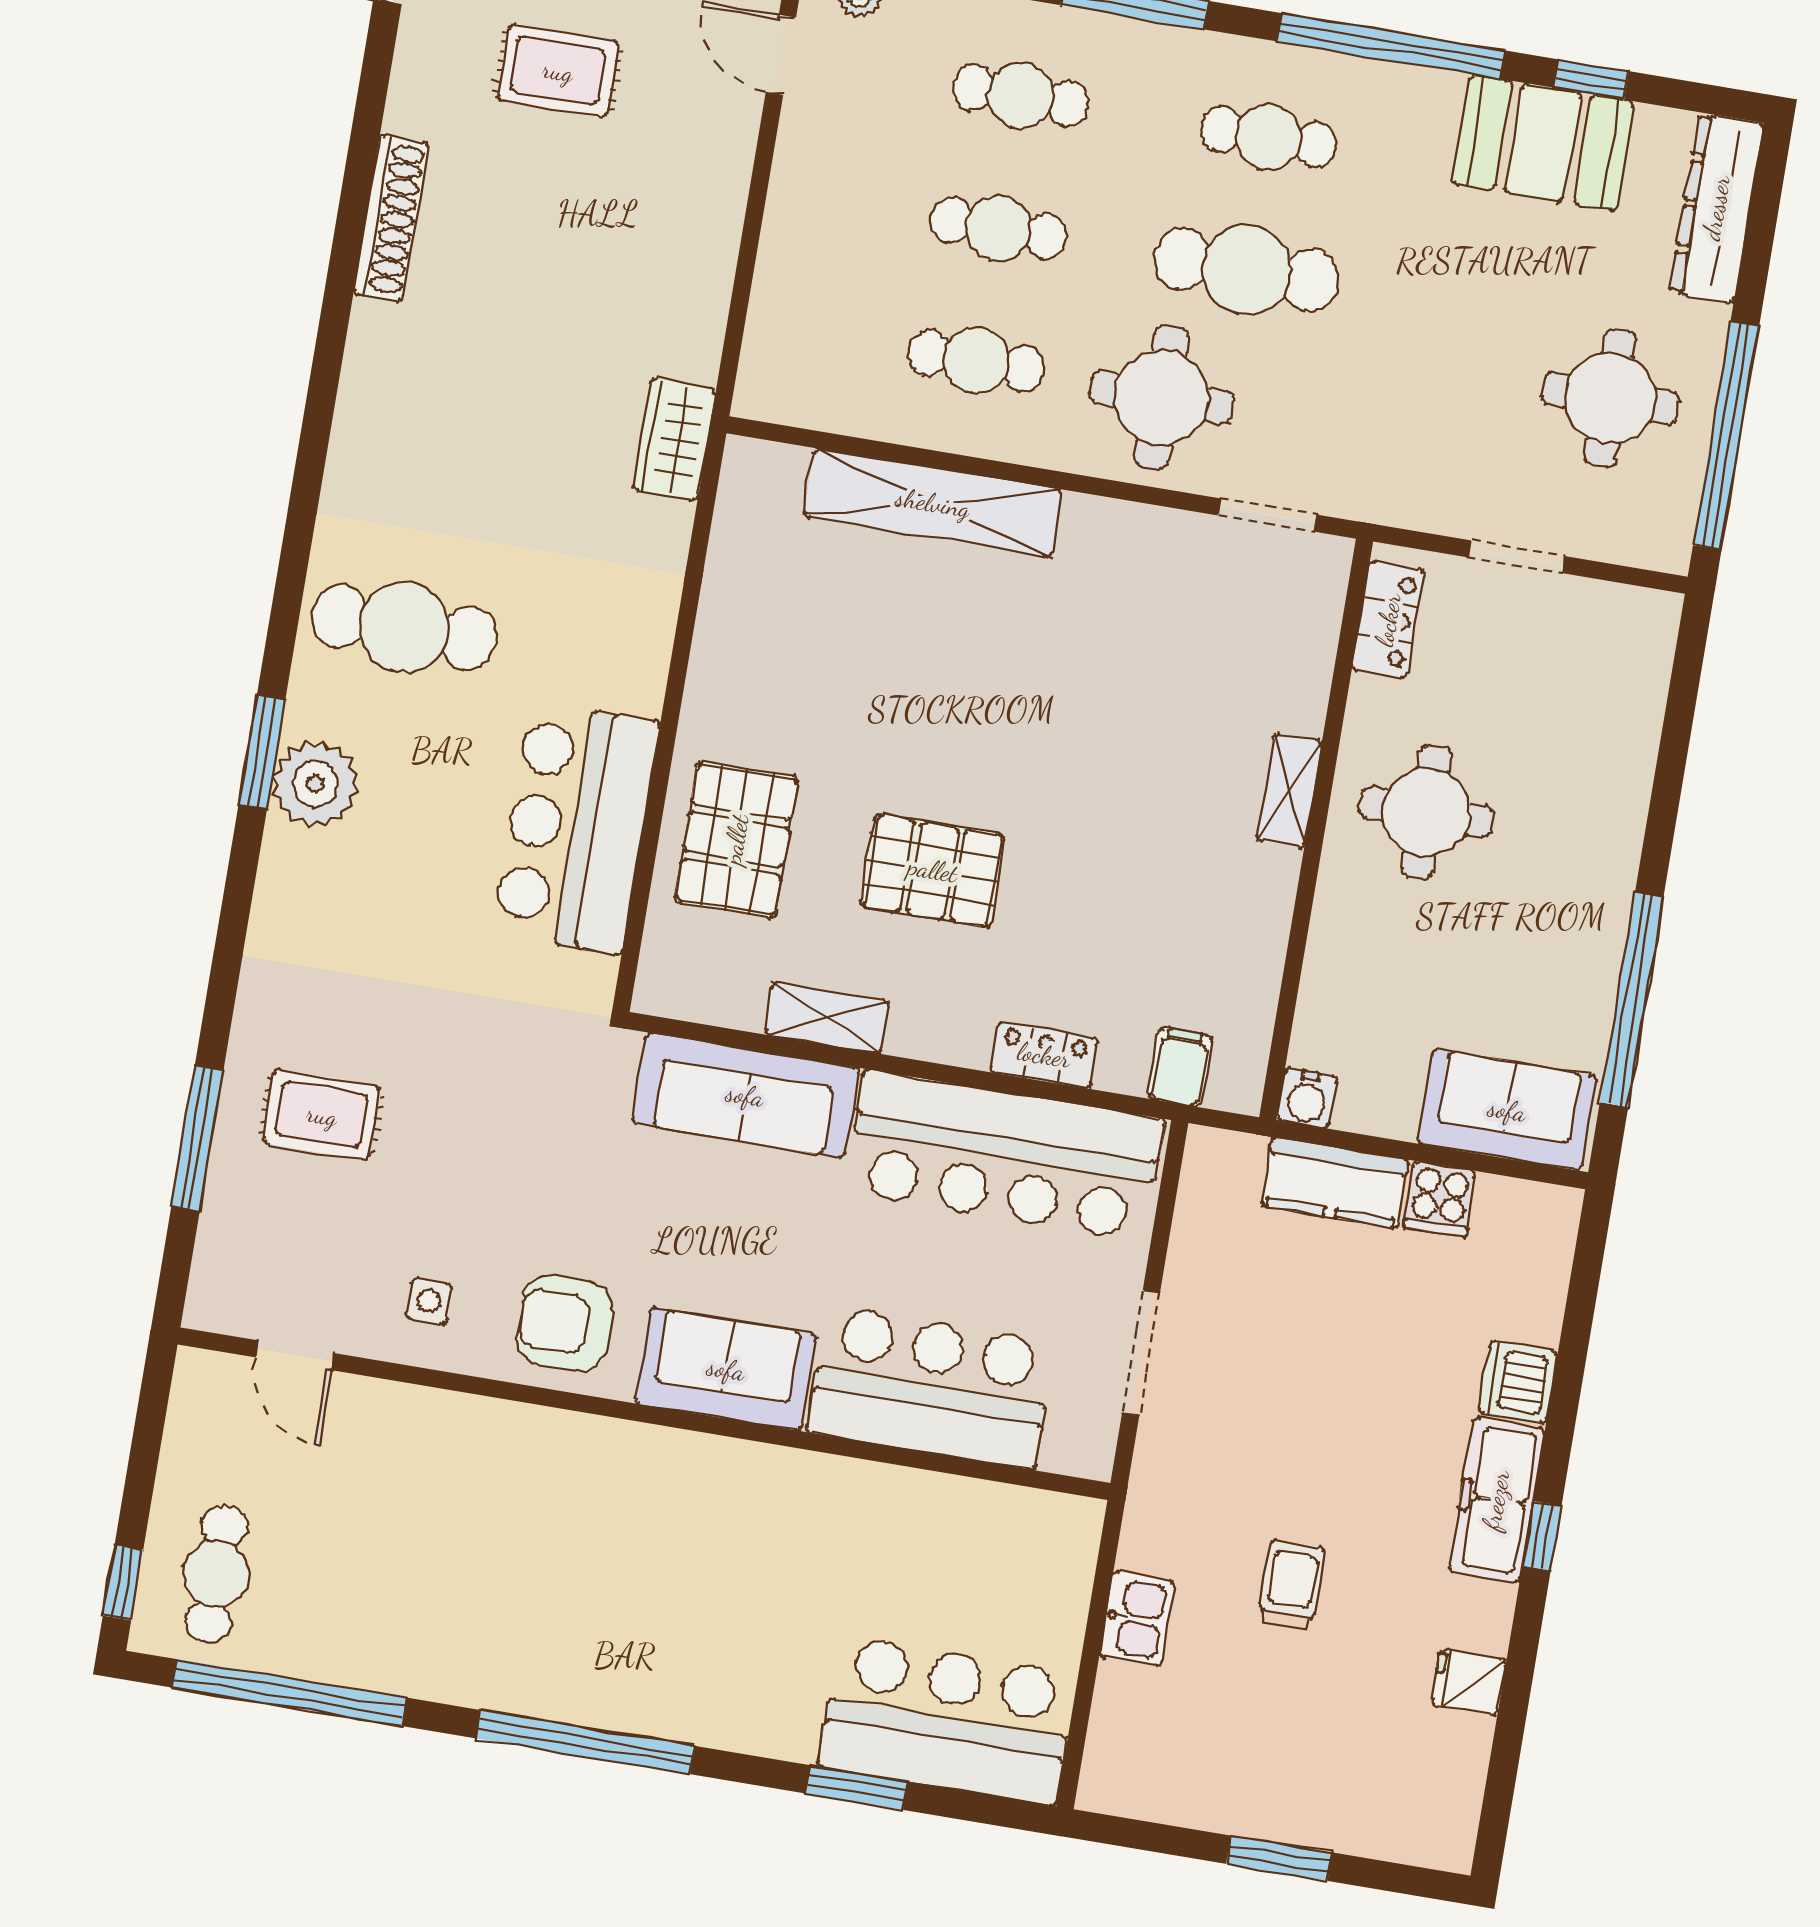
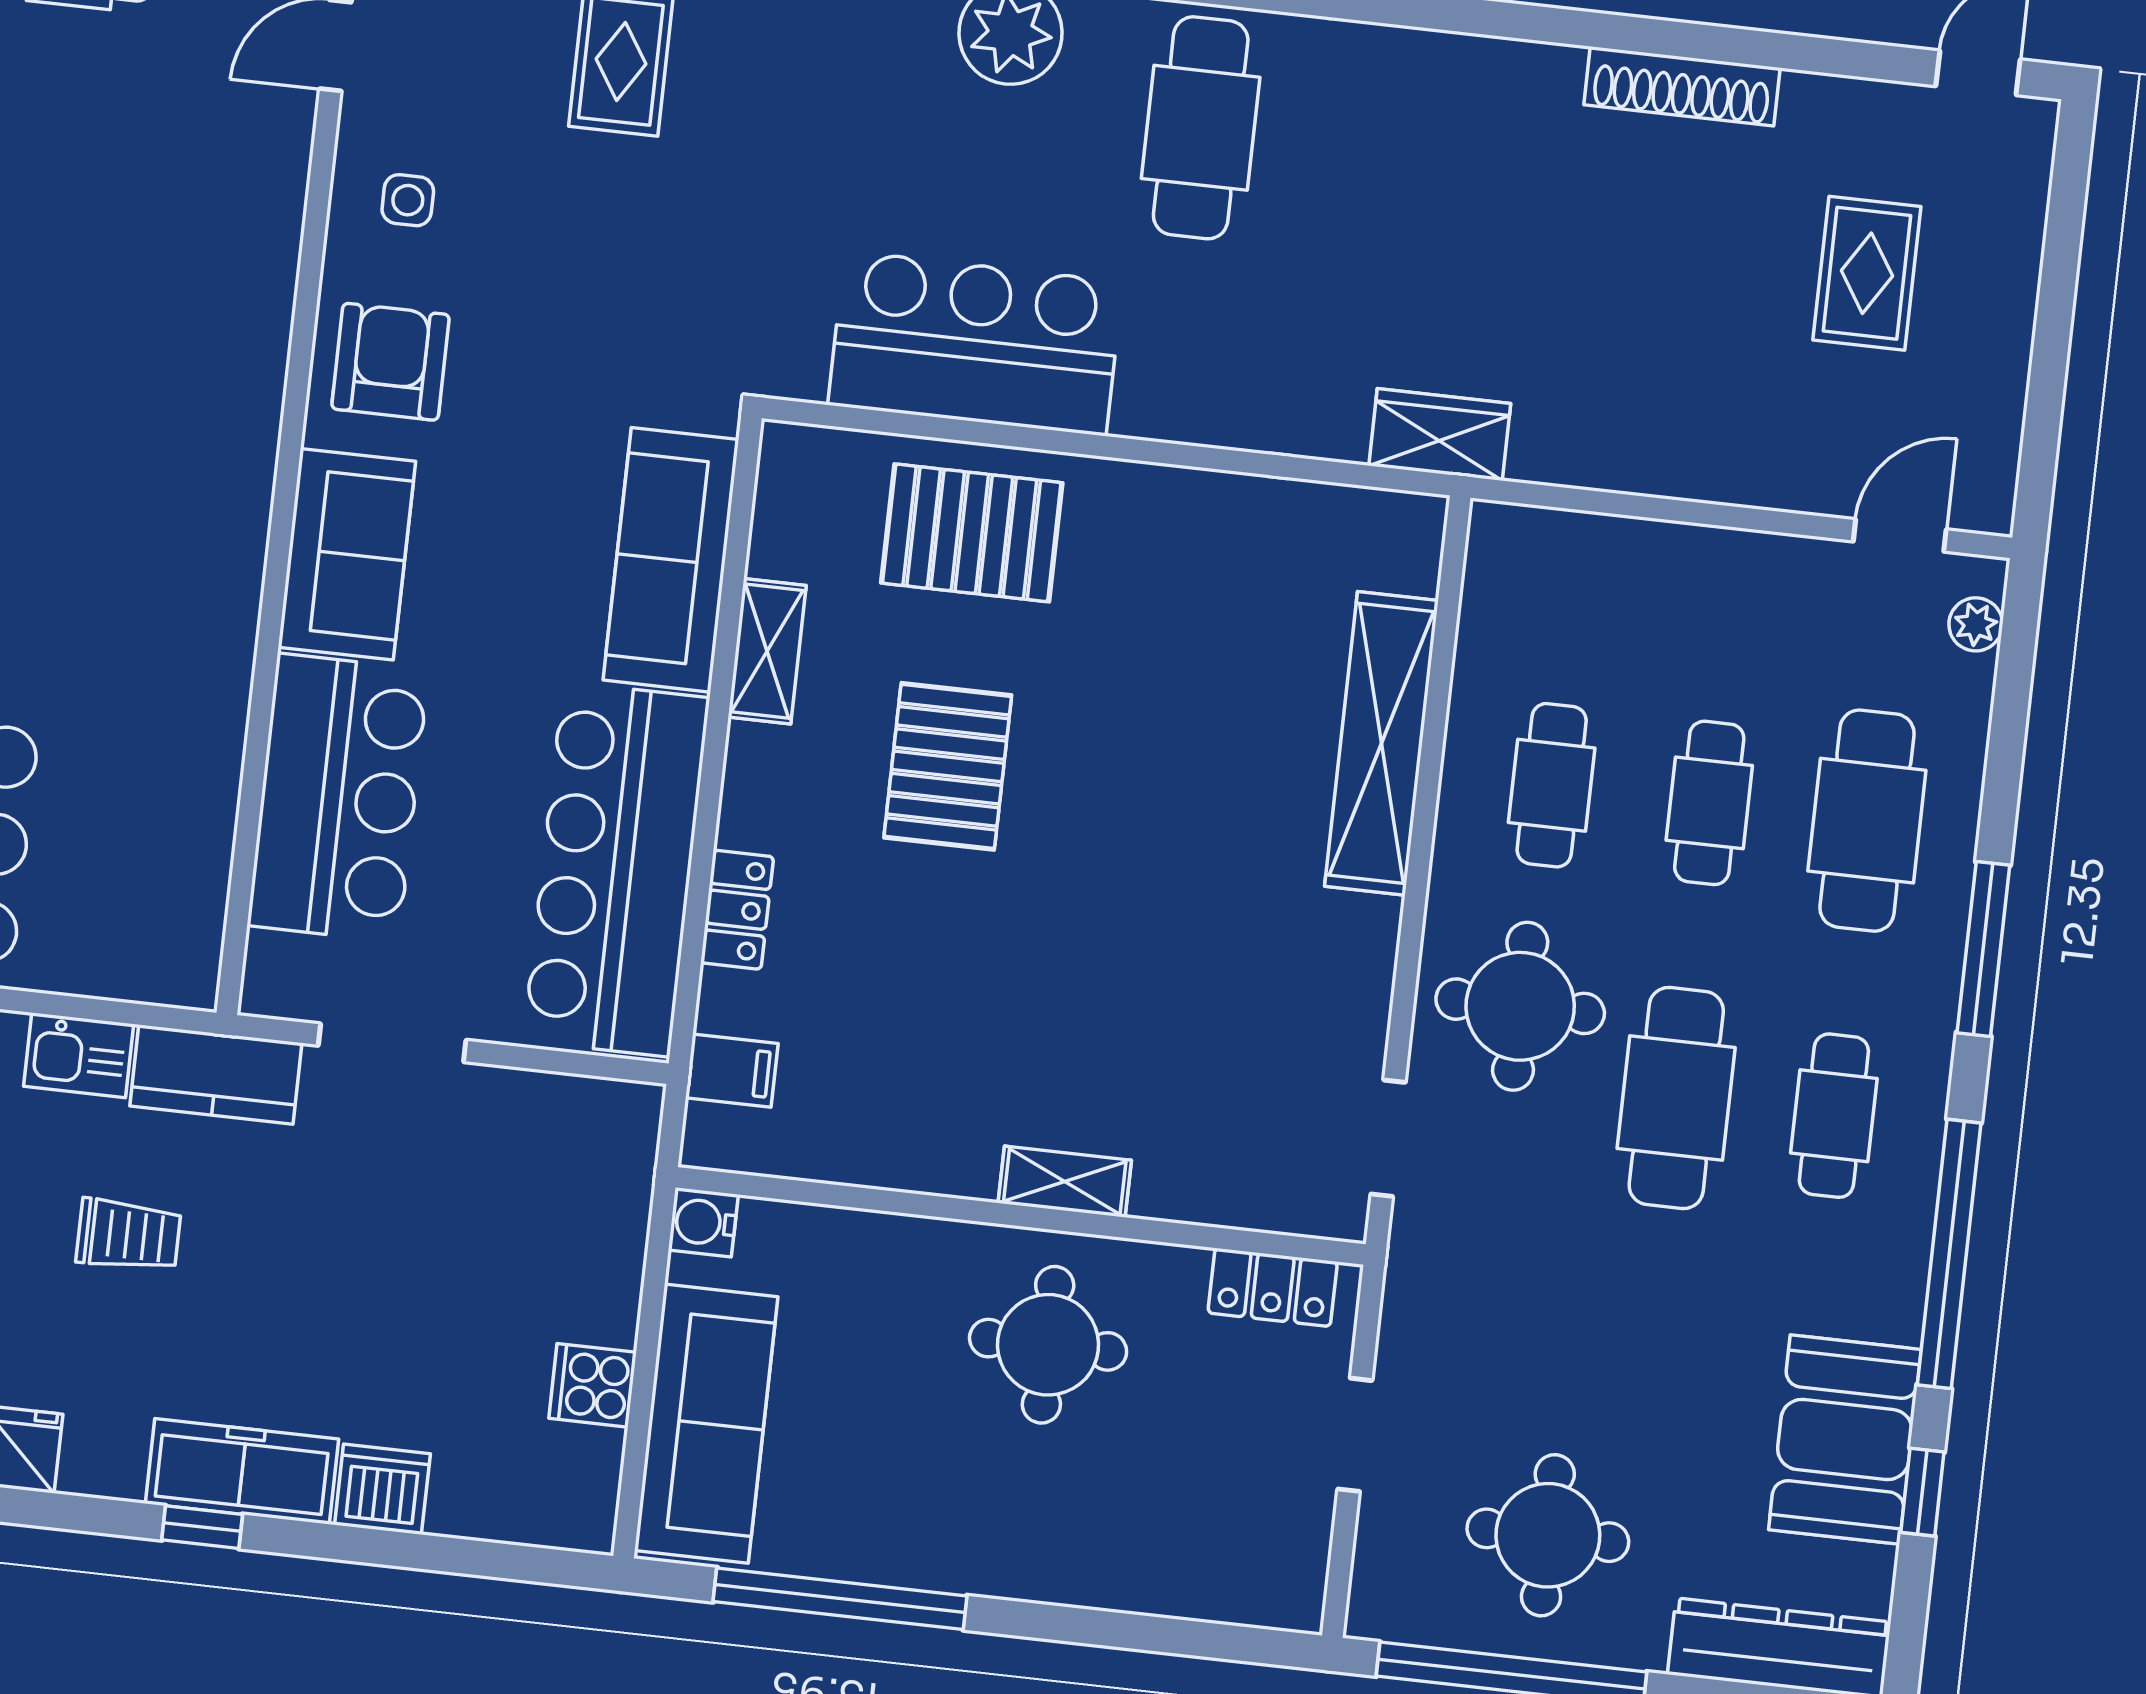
cafe table: (1021, 96) -> (1867, 821), width x1.37, depth x1.35
sofa: (1507, 1110) -> (706, 1424), width x1.36
kitchen counter: (1335, 1183) -> (216, 1075), moved, turned -90

